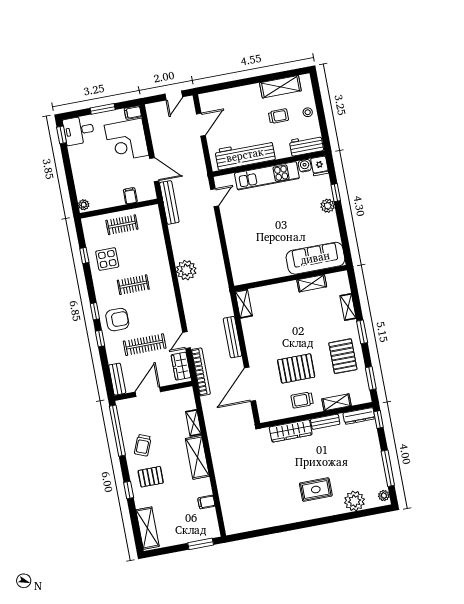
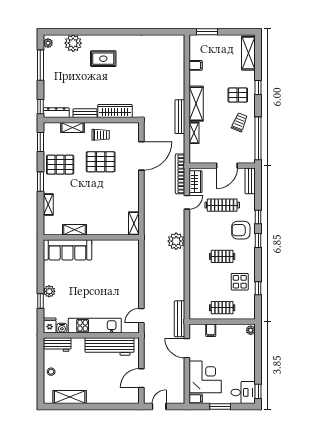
trolley: (278, 116) -> (76, 373), removed
plant: (186, 270) -> (176, 241), moved
bench: (232, 337) -> (180, 117), moved
pallet: (343, 356) -> (60, 165), turned 90

